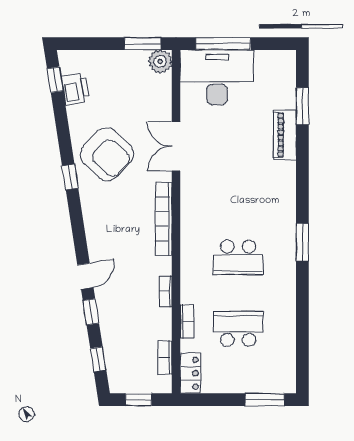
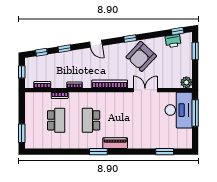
window: (143, 44) -> (195, 51), moved
piano: (285, 135) -> (115, 143), moved
door: (85, 276) -> (96, 44), moved
locker: (190, 373) -> (35, 97), removed

